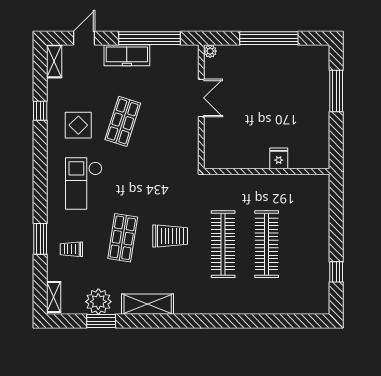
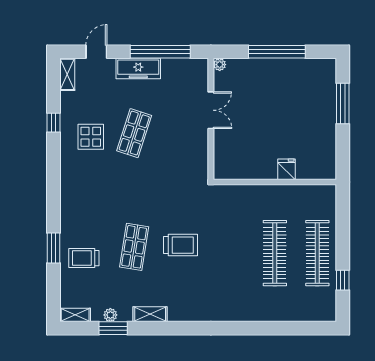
checkout: (84, 183) -> (96, 194), removed
clothes rail: (223, 244) -> (317, 253), moved
trolley: (71, 249) -> (84, 258), width x1.36, depth x1.39
shelving: (54, 297) -> (75, 315), moved, turned 90
plant: (98, 302) -> (110, 315), width x0.53, depth x0.53
shelving: (148, 304) -> (150, 314), width x0.67, depth x0.75

